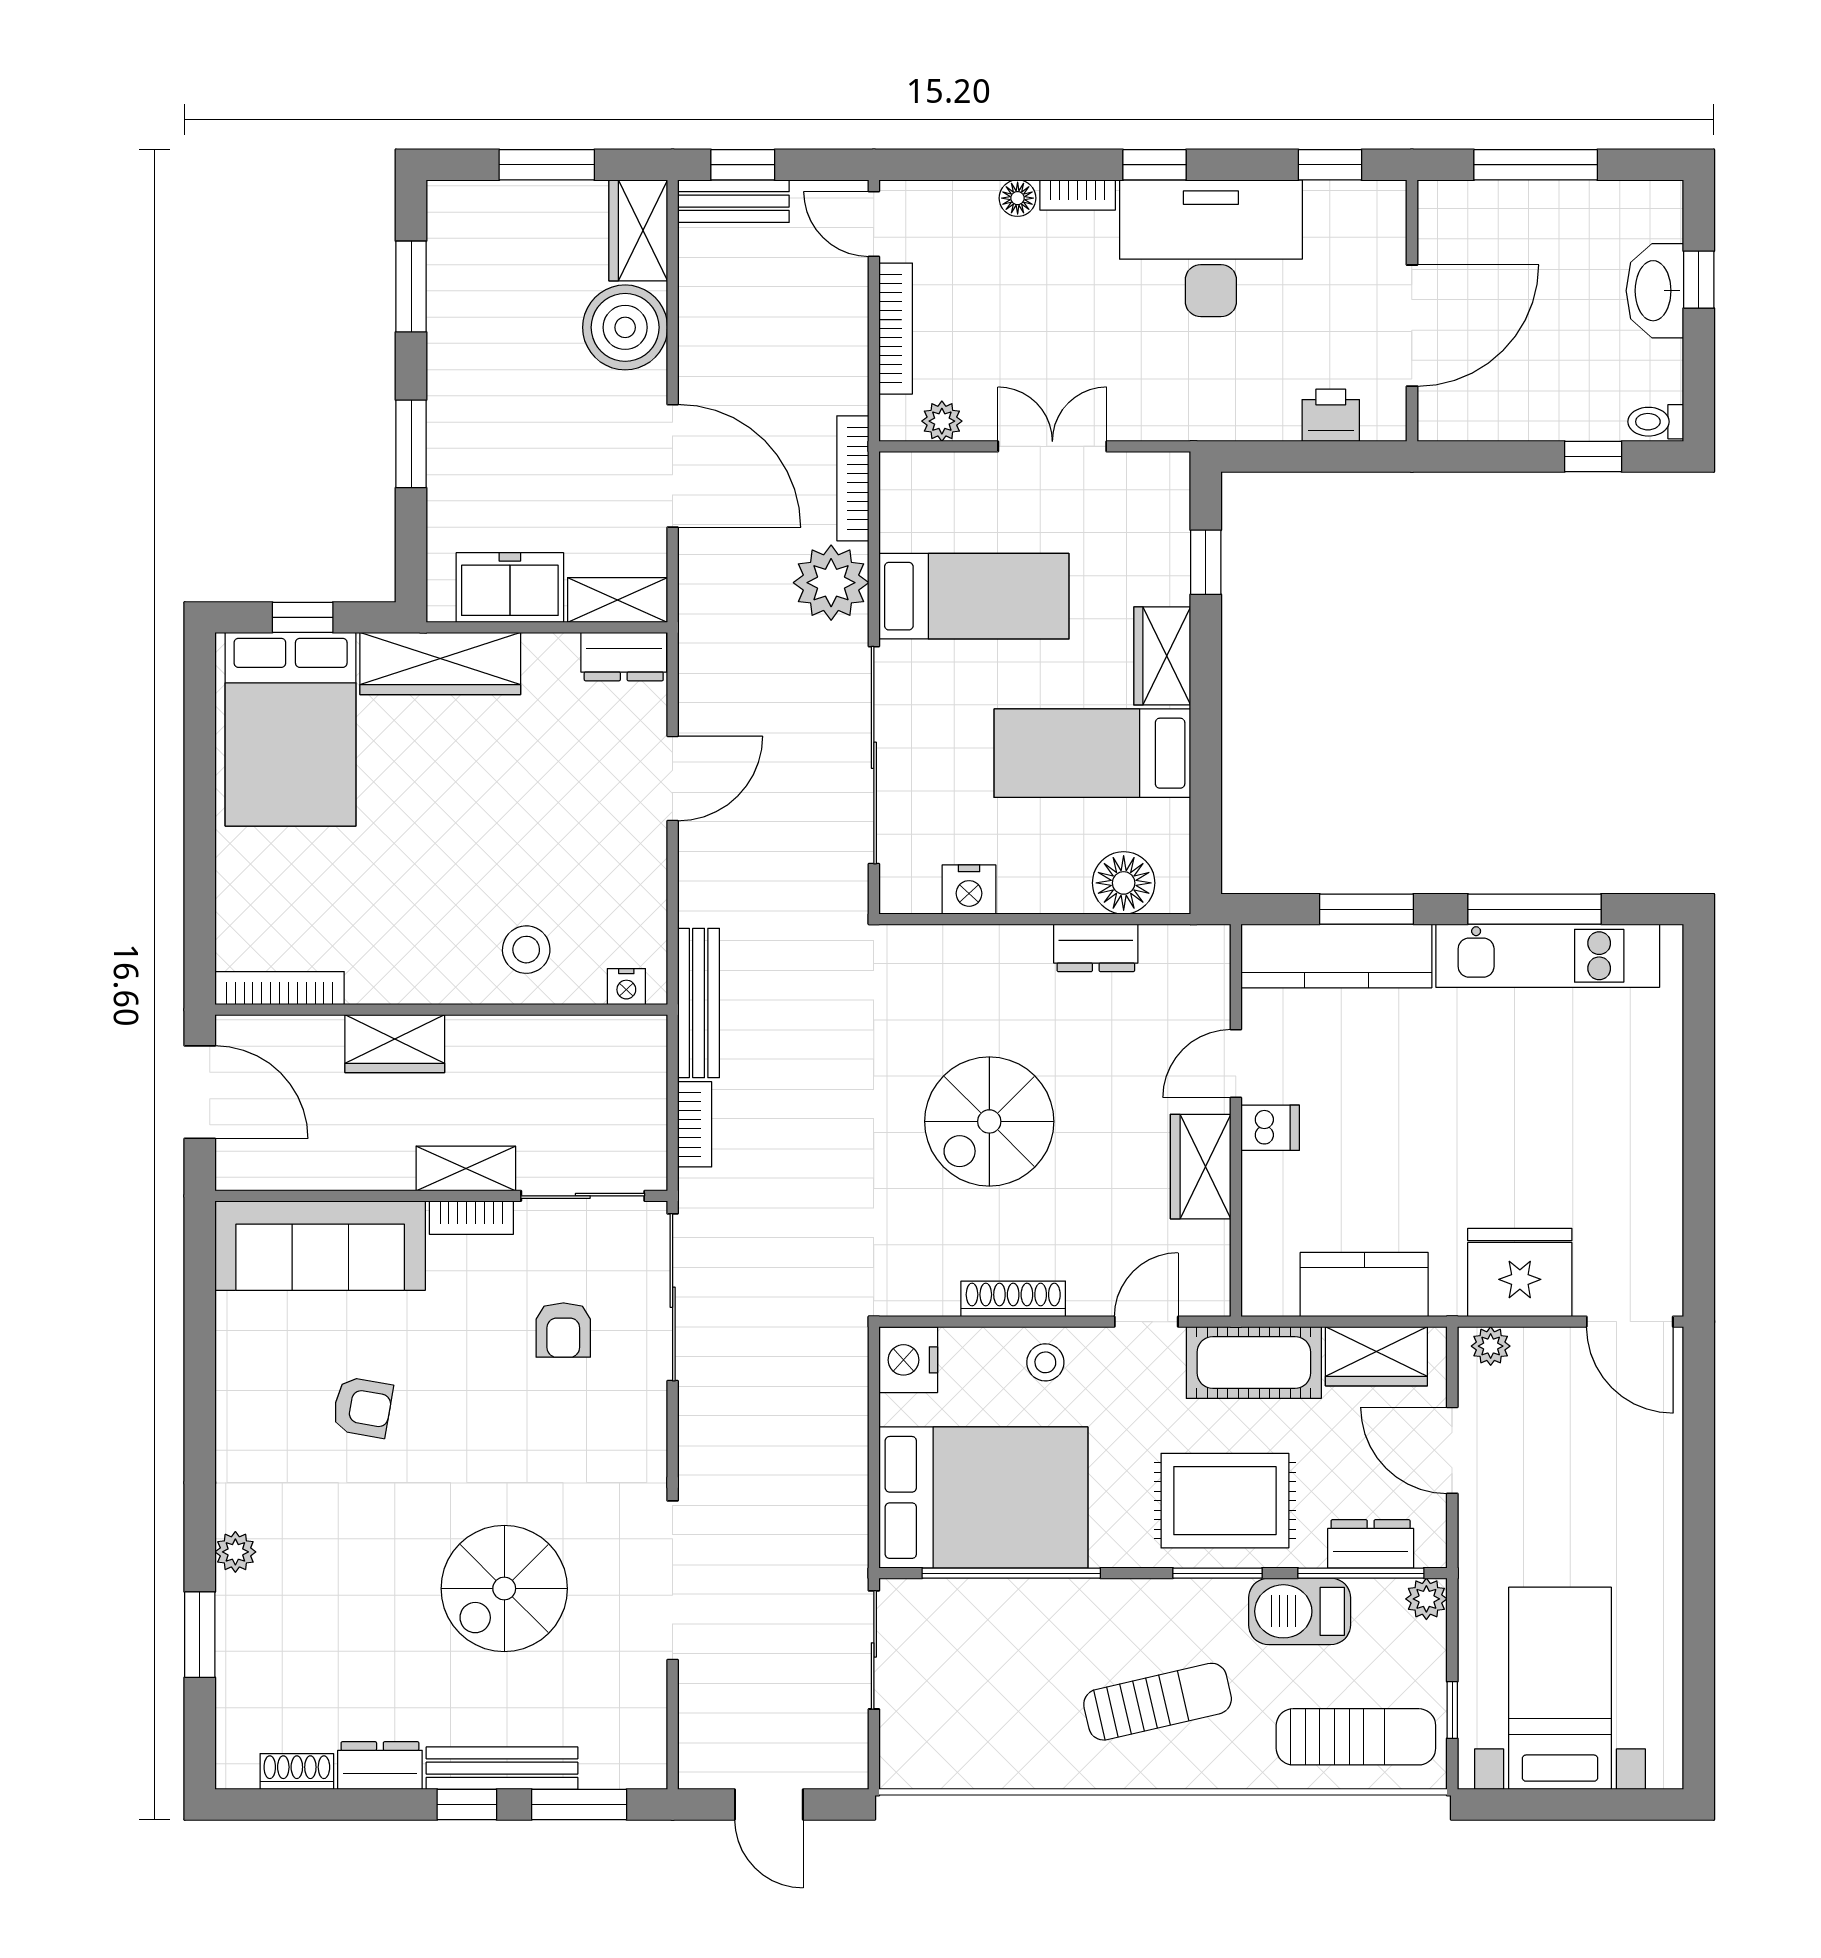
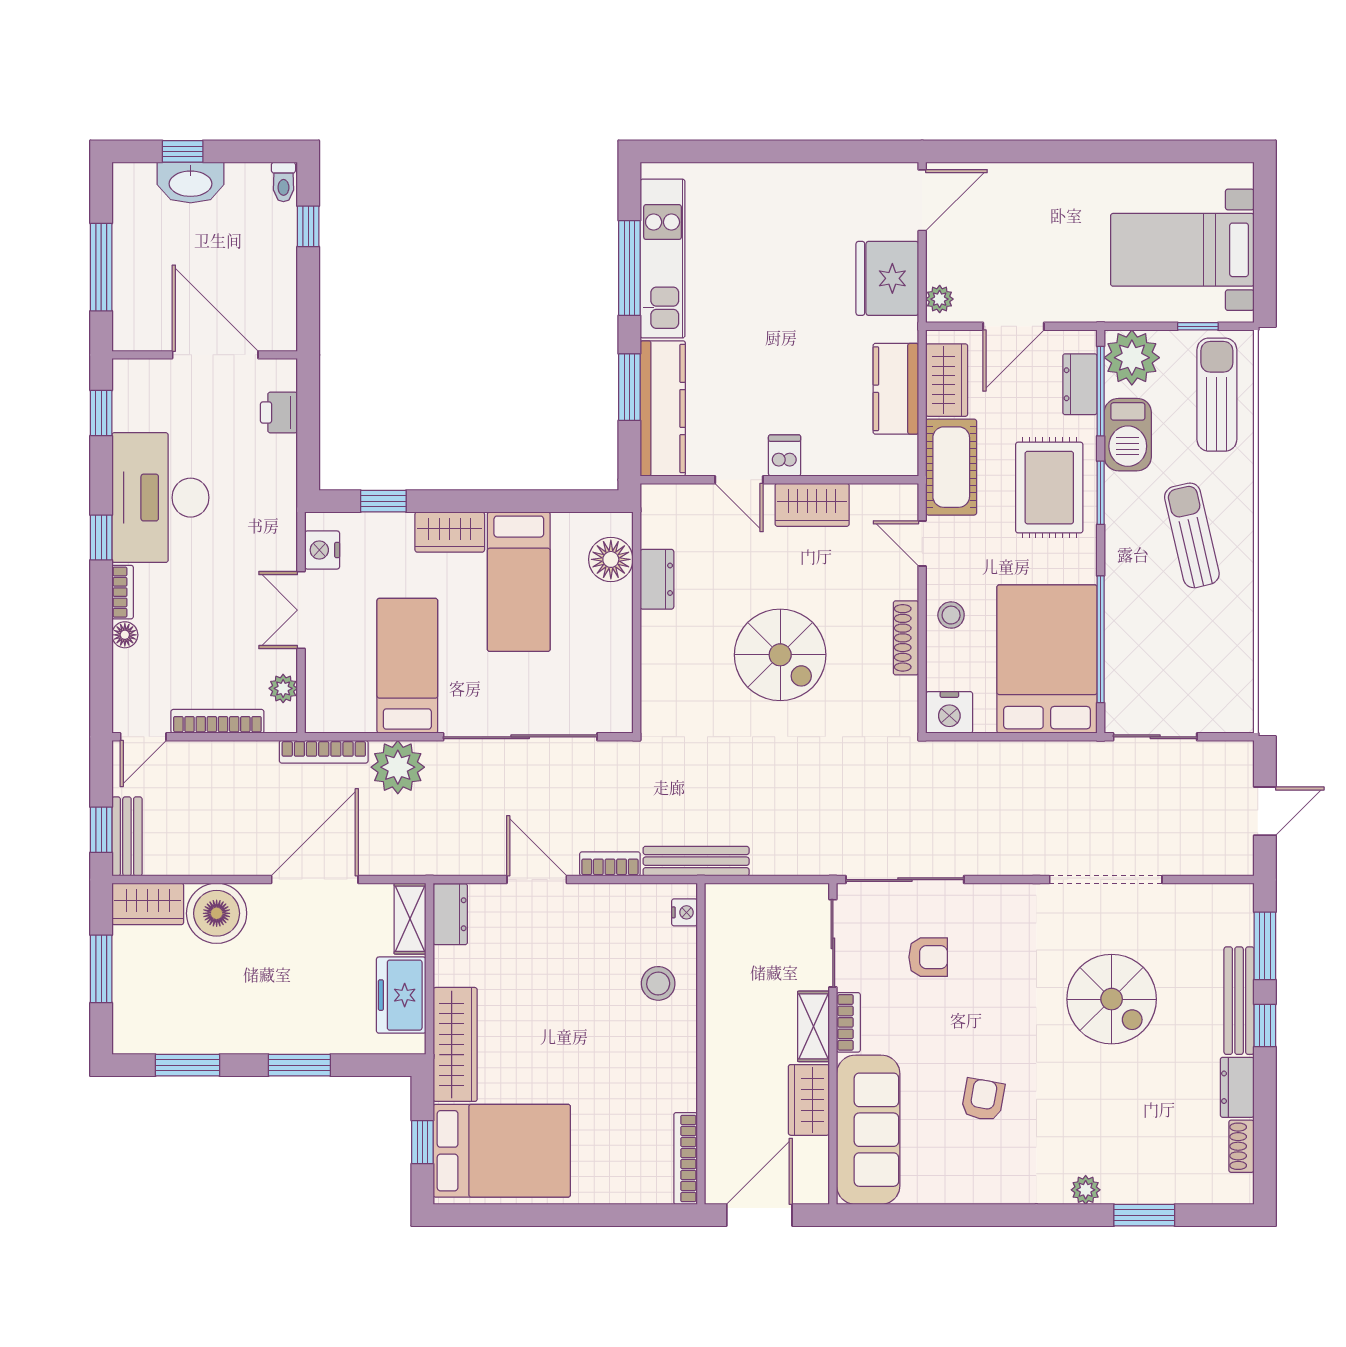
nightstand: (969, 889) -> (322, 550), moved, turned 180
wardrobe: (395, 1044) -> (809, 1100), moved, turned 180
bookcase: (695, 1124) -> (610, 864), moved
plant: (1426, 1599) -> (1132, 358), width x1.88, depth x1.88

